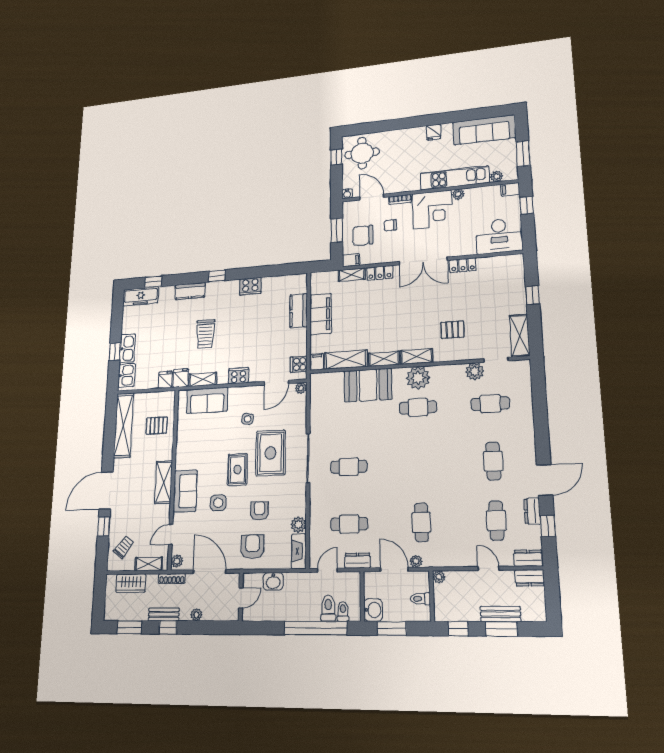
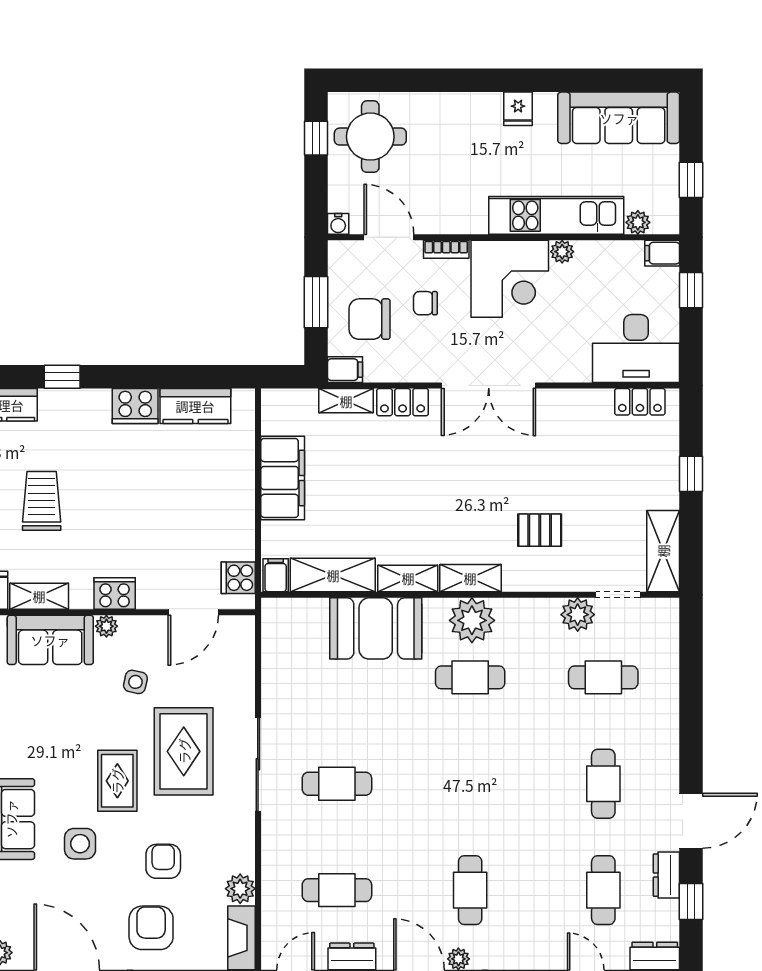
window: (523, 154) -> (691, 180), width x0.67
locker: (463, 265) -> (640, 402), moved
kitchen counter: (299, 311) -> (195, 406), moved, turned -90
trolley: (205, 334) -> (42, 501), turned 180
plant: (301, 388) -> (106, 626), moved

